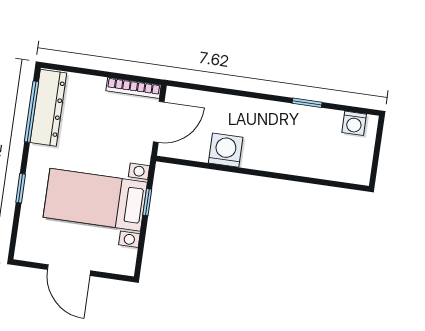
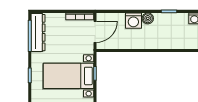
boiler: (264, 110) -> (148, 18), added
washing machine: (226, 150) -> (133, 21), moved, turned 180

